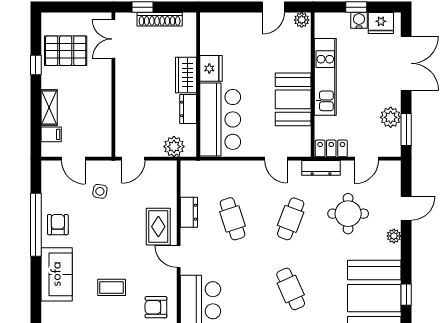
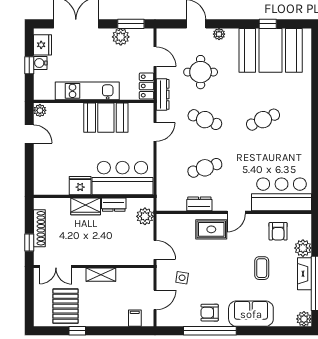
shelving: (49, 108) -> (101, 275), moved

